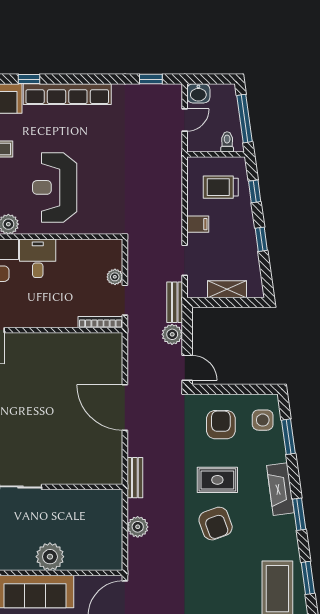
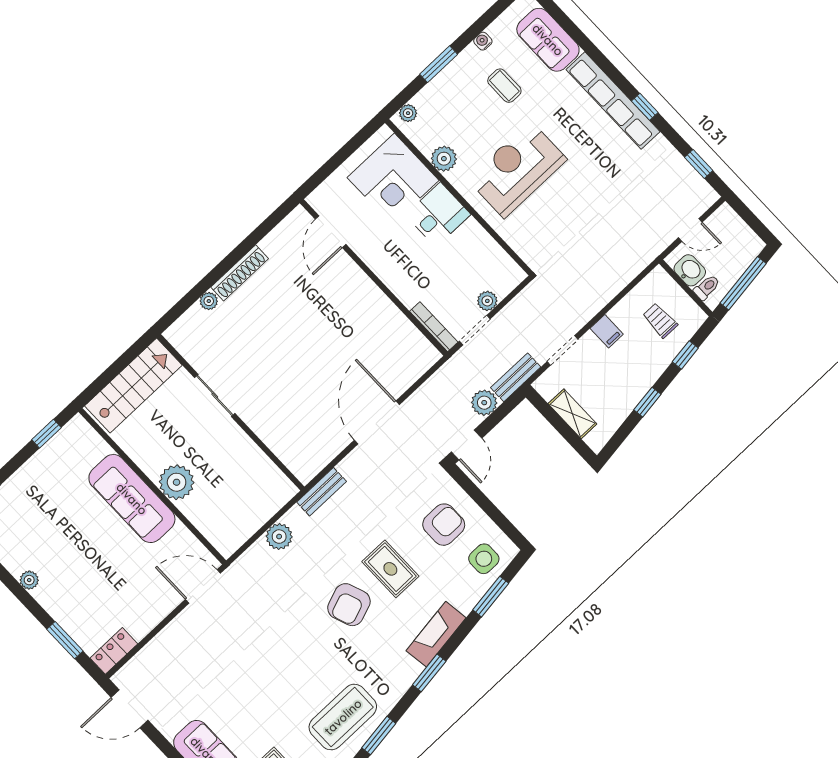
window: (29, 79) -> (645, 107), moved
washbasin: (198, 93) -> (690, 270), moved, turned 180
trolley: (221, 187) -> (660, 320), width x0.73, depth x0.72

